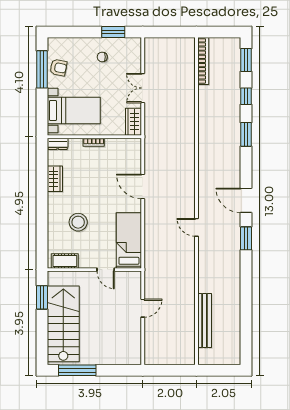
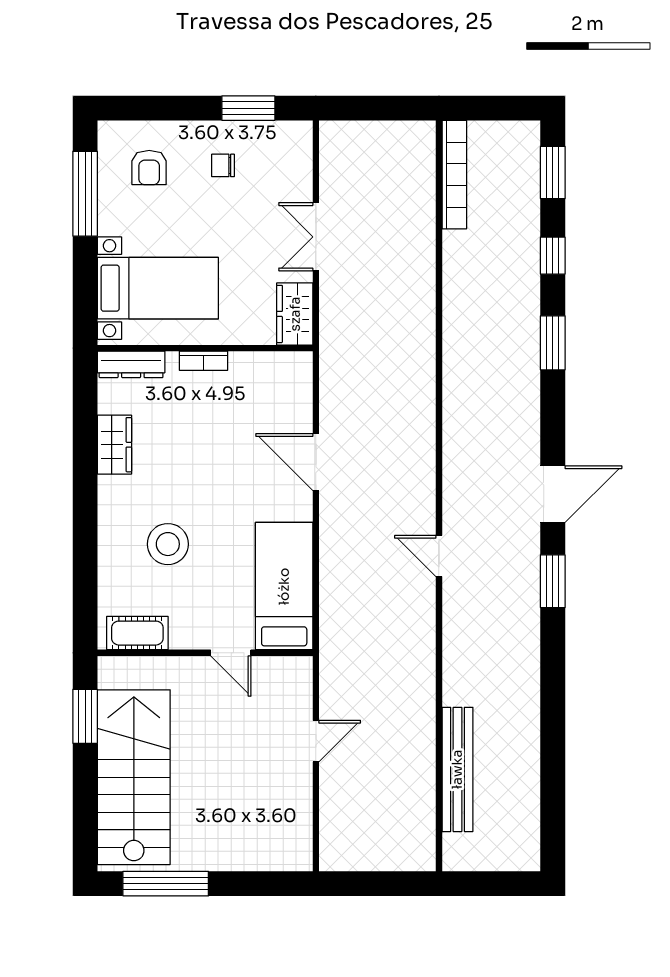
armchair: (58, 68) -> (149, 168), moved, turned 79
dresser: (58, 144) -> (131, 364), width x1.44
door: (246, 200) -> (553, 494), swing flipped

